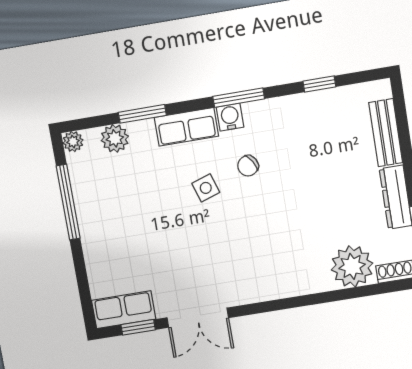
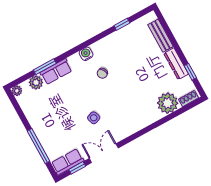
window: (239, 98) -> (87, 43), removed
row of seats: (186, 127) -> (56, 72), moved
side table: (206, 188) -> (94, 118), moved
window: (68, 202) -> (38, 146), moved
double door: (198, 318) -> (104, 153), swing flipped

